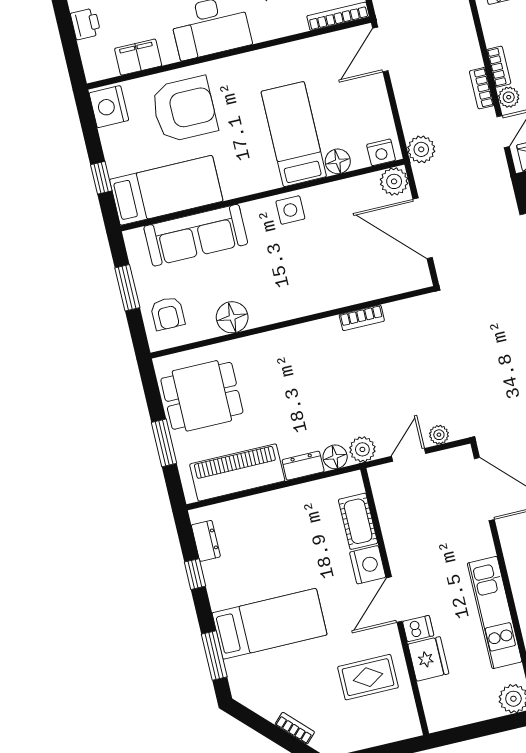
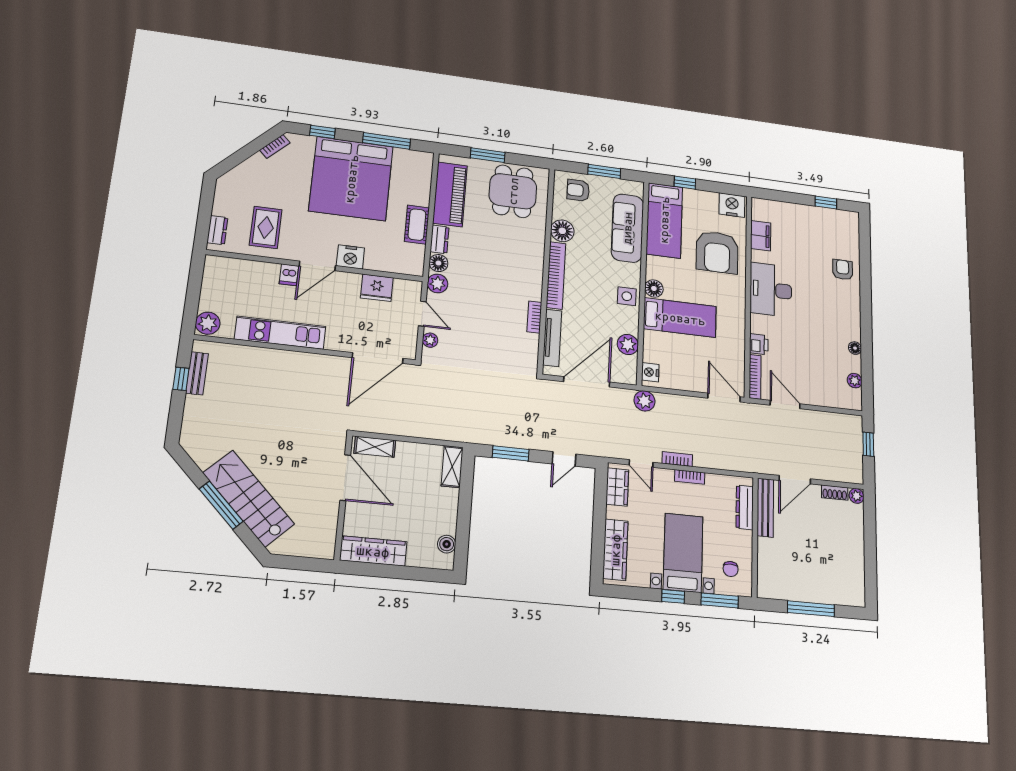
printer: (86, 24) -> (759, 344), moved, turned -90
plant: (509, 97) -> (665, 476), removed
floor lamp: (338, 161) -> (654, 288), moved
plant: (394, 181) -> (628, 344), moved
tv unit: (381, 288) -> (552, 338), added
bookcase: (296, 307) -> (556, 275), added
cot: (358, 521) -> (417, 225), moved, turned 90
dresser: (206, 541) -> (217, 230), moved, turned -90
window: (195, 574) -> (387, 141), width x2.17
door: (394, 600) -> (317, 266), swing flipped
bed: (270, 624) -> (351, 179), width x2.04
window: (214, 656) -> (322, 132), width x0.67
fridge: (428, 659) -> (377, 288), moved
bookcase: (295, 728) -> (275, 146), moved

